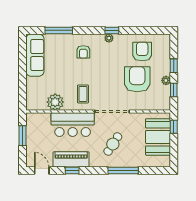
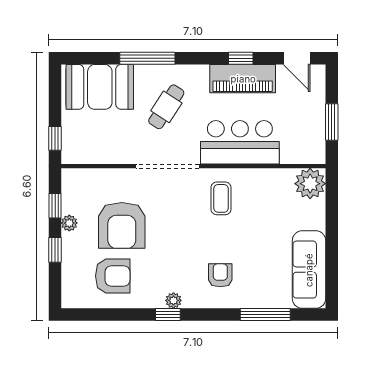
armchair: (142, 52) -> (113, 276), turned -90
plant: (55, 102) -> (310, 184), moved
booth: (158, 137) -> (100, 87), moved, turned 90

